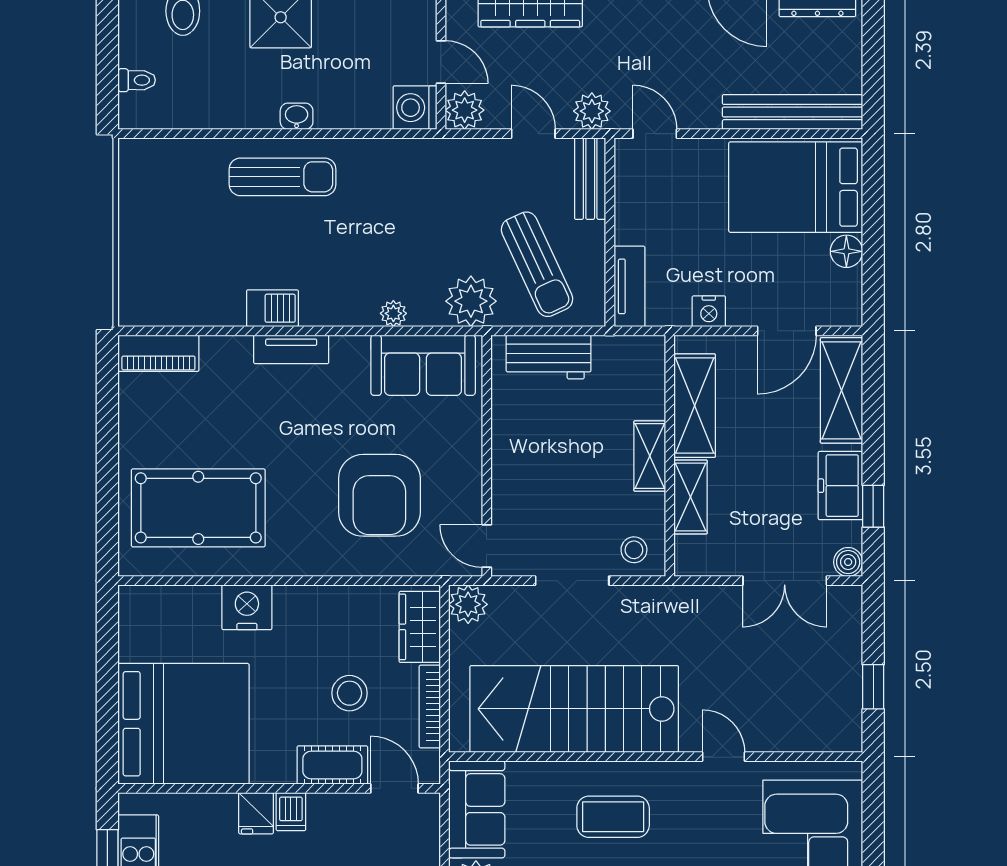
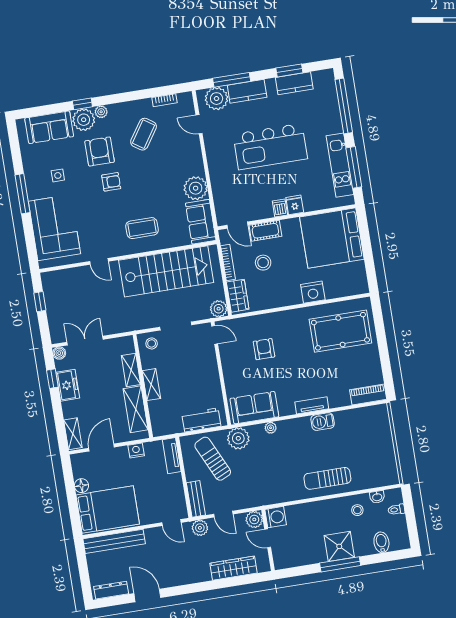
stool: (226, 93) -> (357, 510), added
washbasin: (297, 116) -> (377, 497), moved
shelving: (842, 390) -> (73, 434), width x0.67, depth x0.75
armchair: (379, 495) -> (264, 349), width x0.53, depth x0.53

